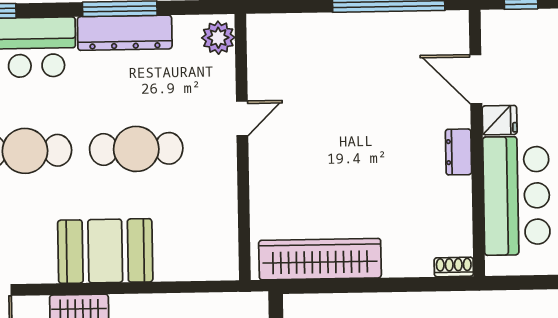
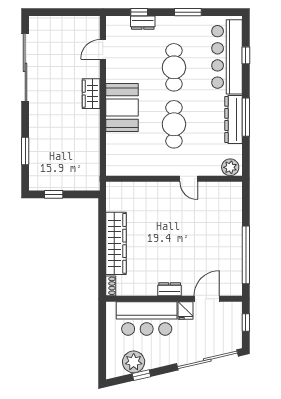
wardrobe: (320, 259) -> (116, 243), moved

